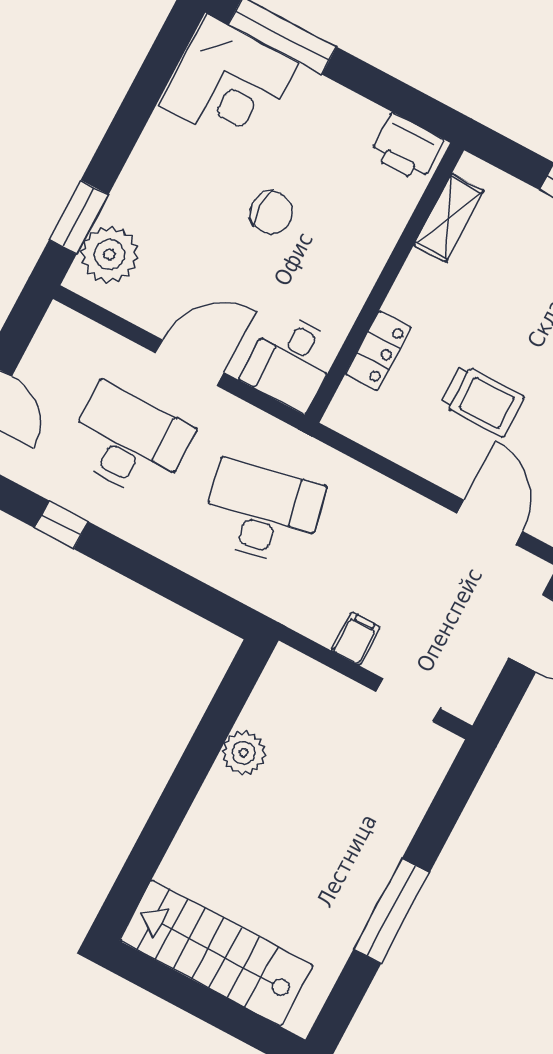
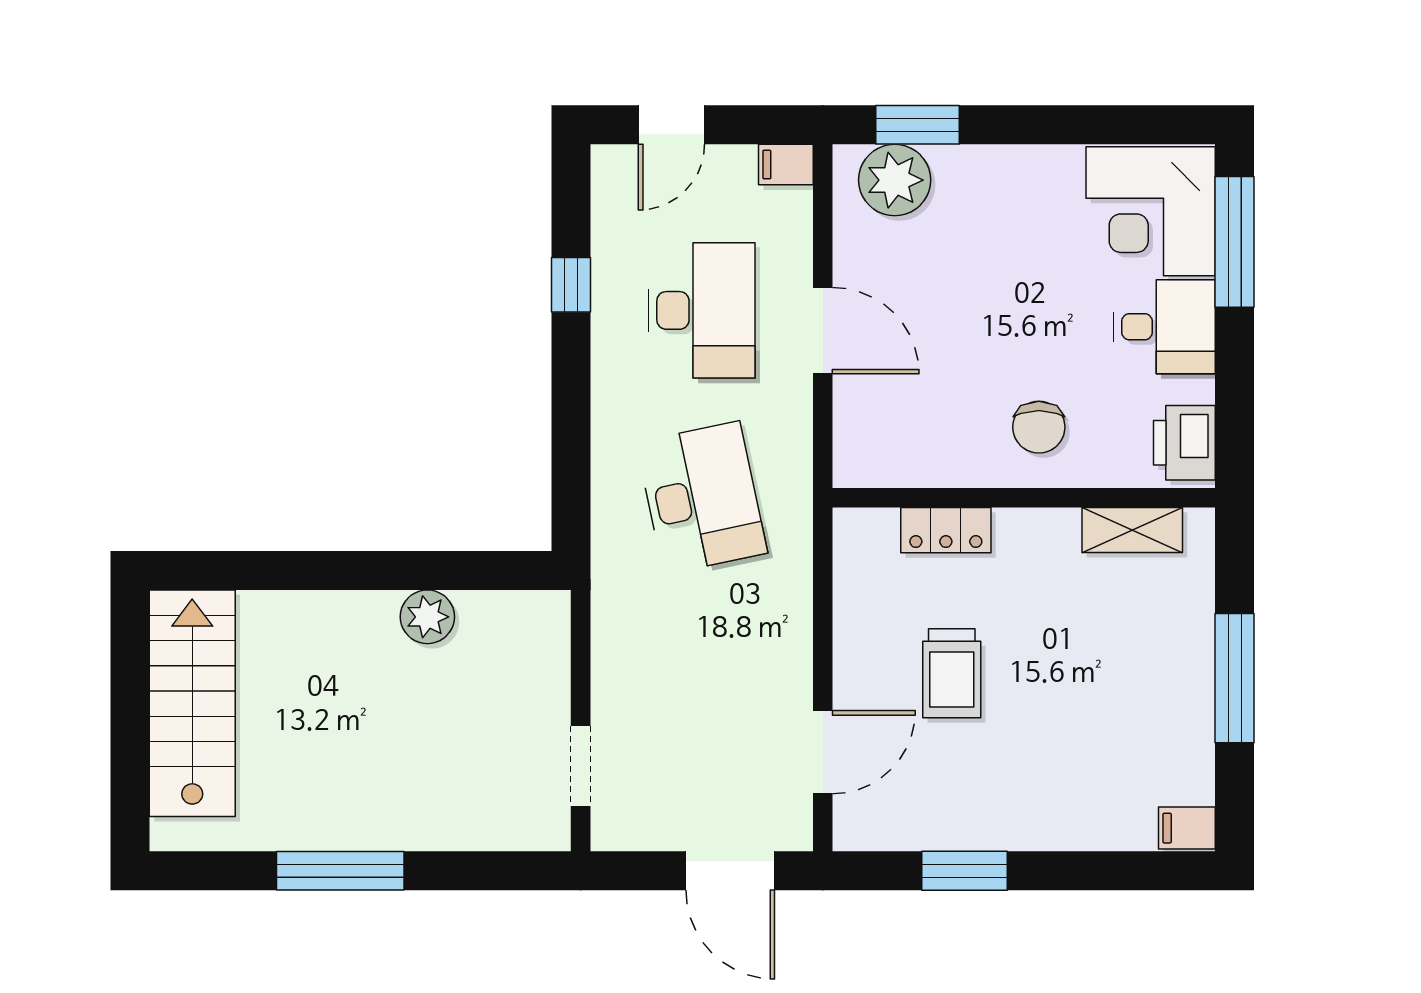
chair: (271, 213) -> (1039, 427), moved
desk: (291, 361) -> (1164, 327), moved, turned 180
filing cabinet: (356, 639) -> (786, 165), moved, turned 180

